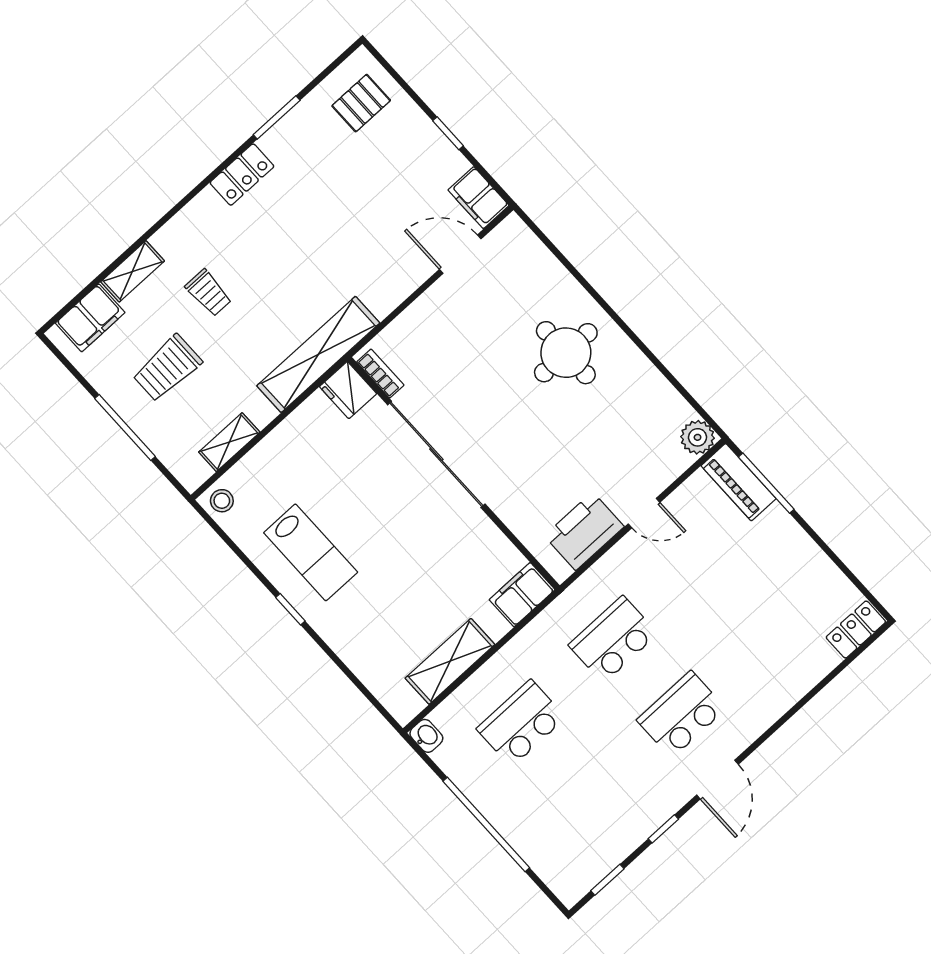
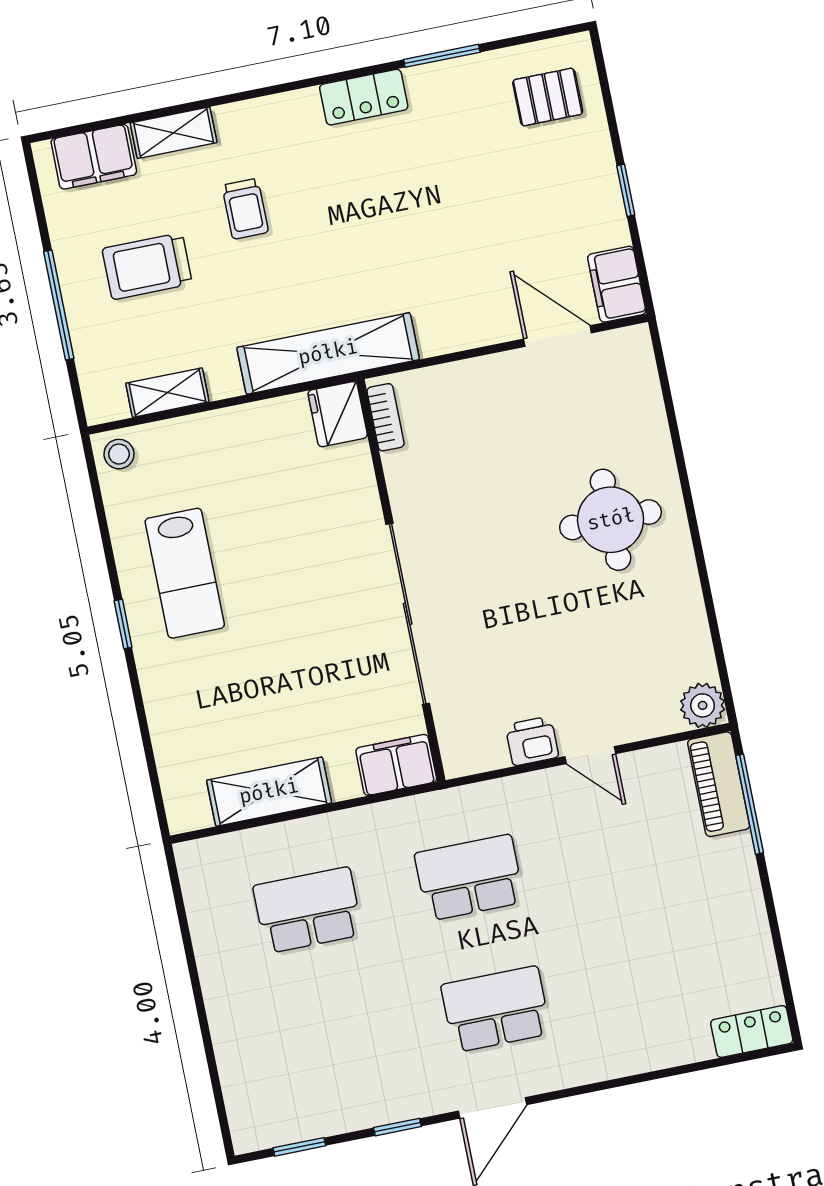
sliding door: (436, 454) -> (408, 614), moved
printer: (584, 531) -> (532, 741), width x0.53, depth x0.68
washbasin: (426, 736) -> (191, 860), removed
window: (486, 824) -> (199, 1002), removed

